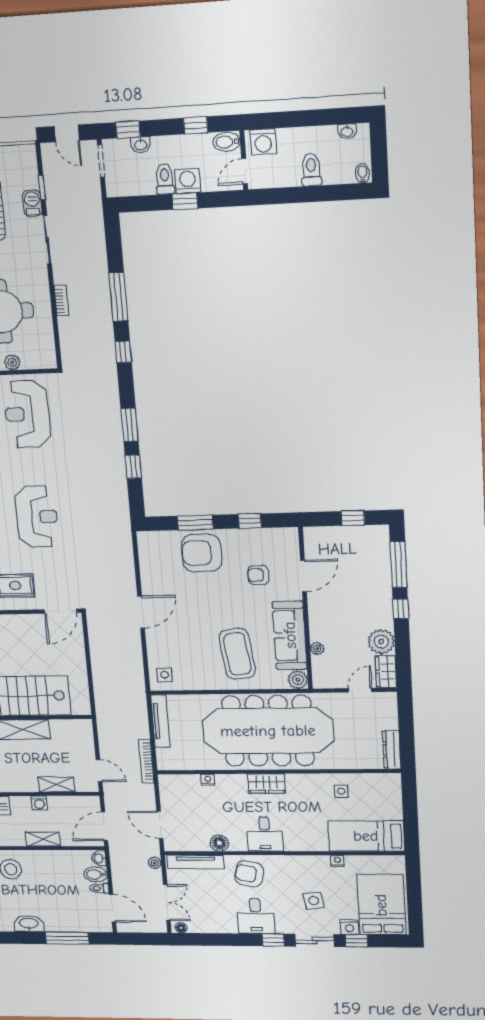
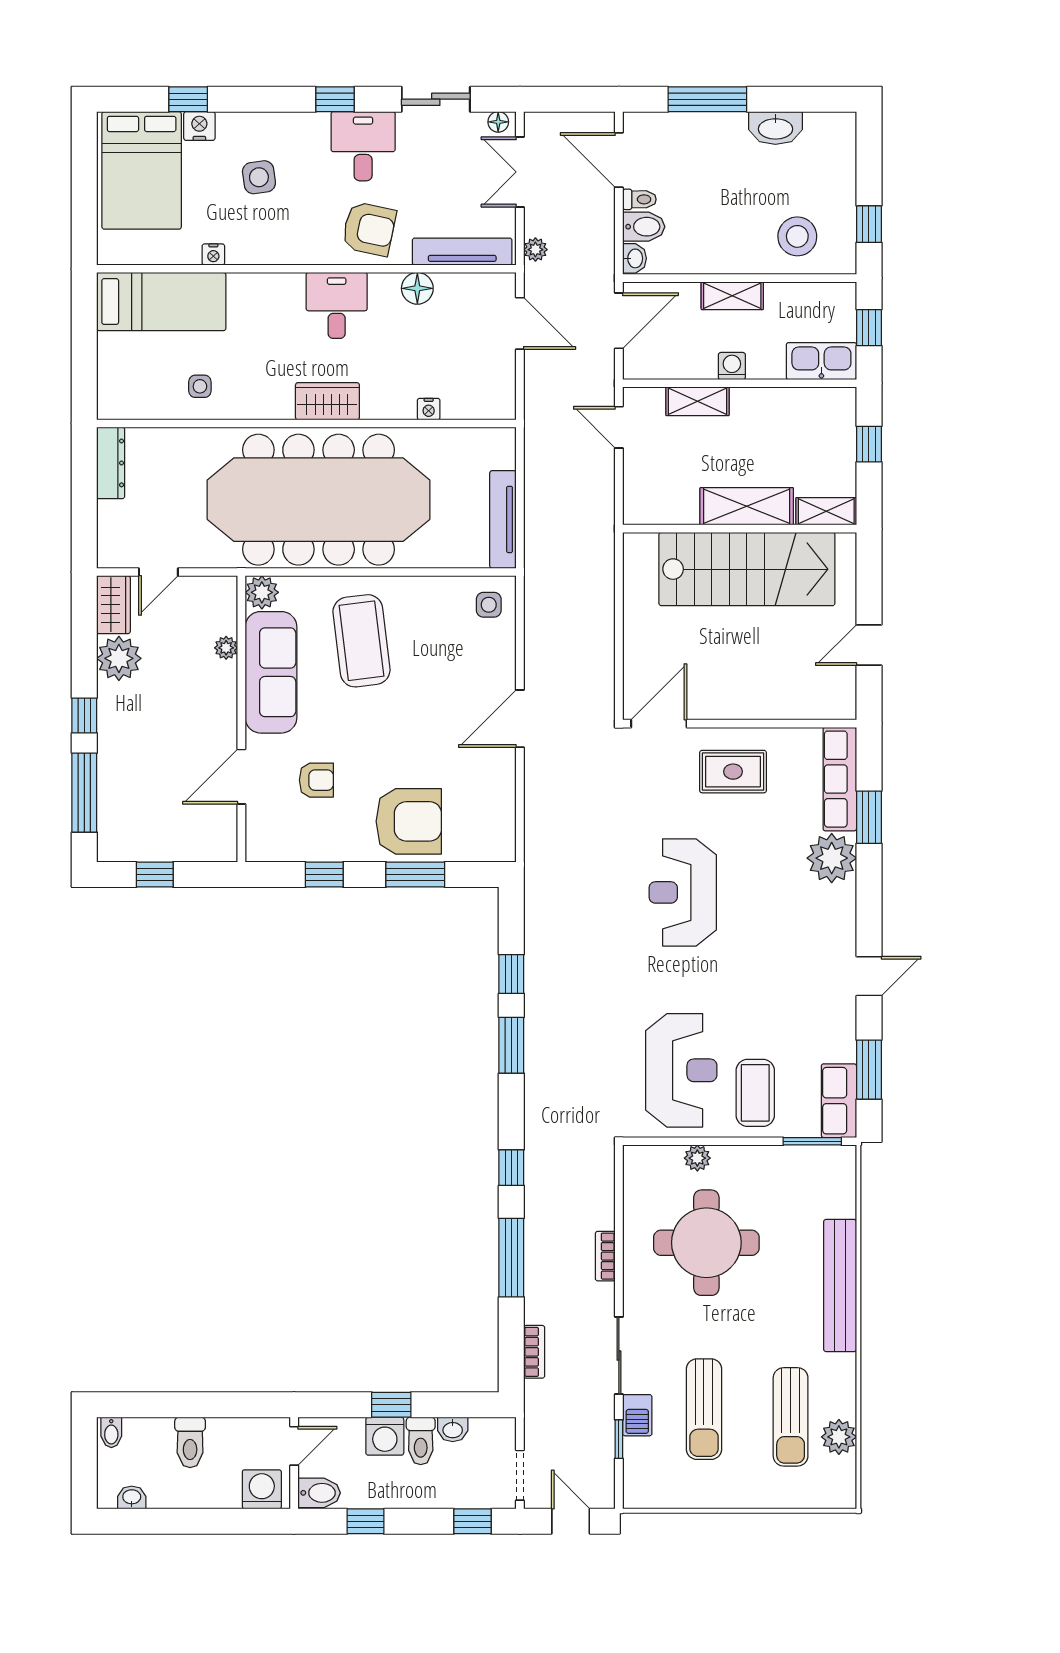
washbasin: (141, 145) -> (453, 1429), moved, turned 180
bookcase: (146, 761) -> (534, 1352), moved, width x0.64
sliding door: (315, 940) -> (436, 99), moved

